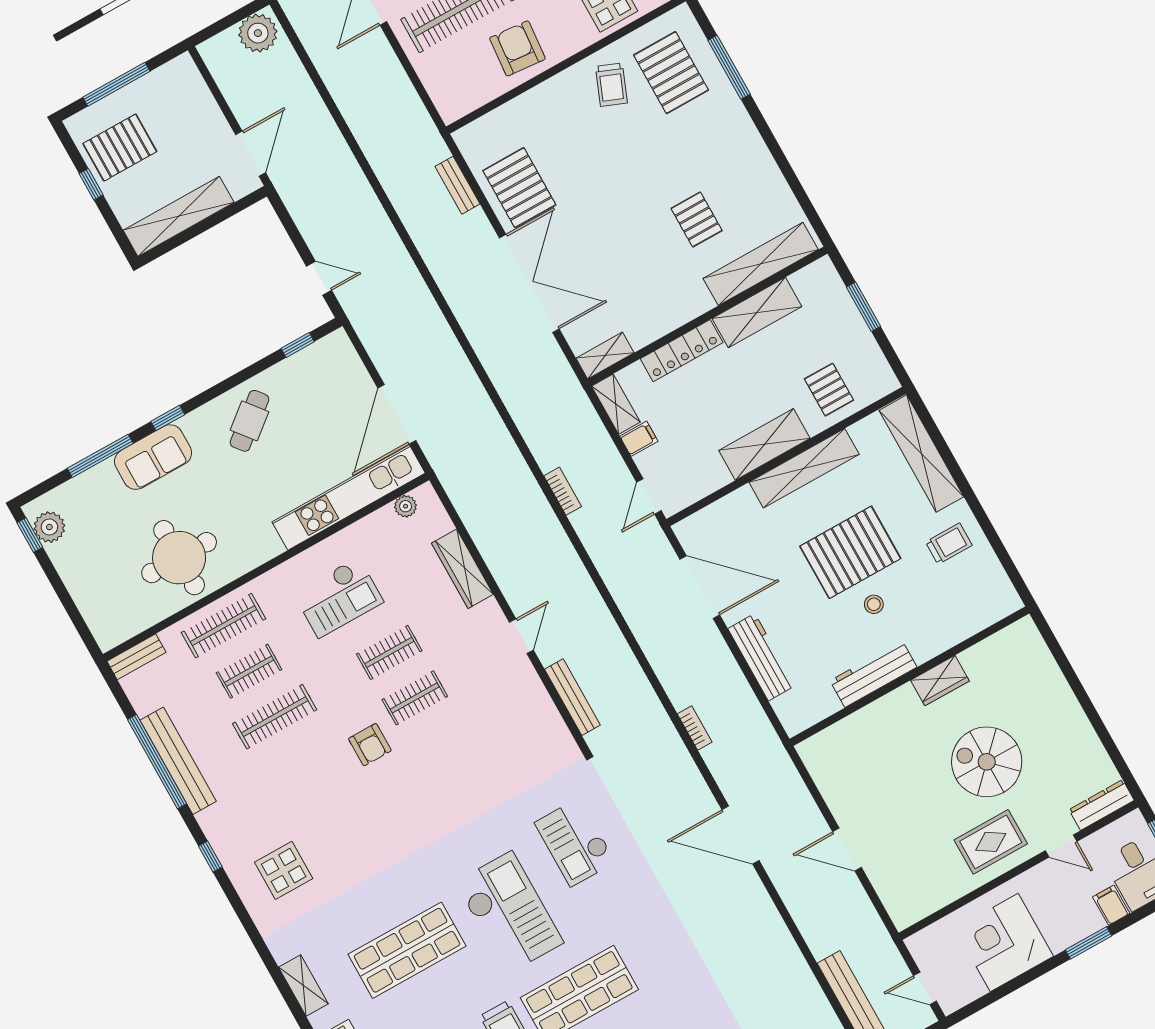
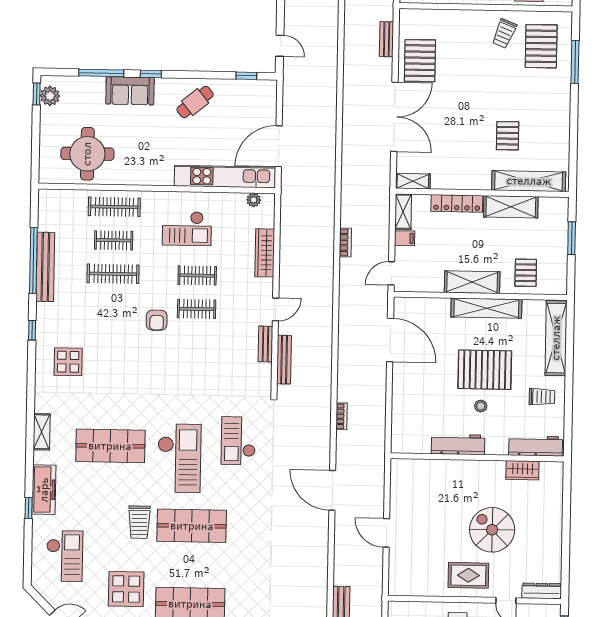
round table: (179, 558) -> (87, 154), moved
bench: (136, 657) -> (265, 344), moved, turned 90
workbench: (762, 657) -> (536, 446), moved, turned -90
wardrobe: (940, 681) -> (522, 470), moved

